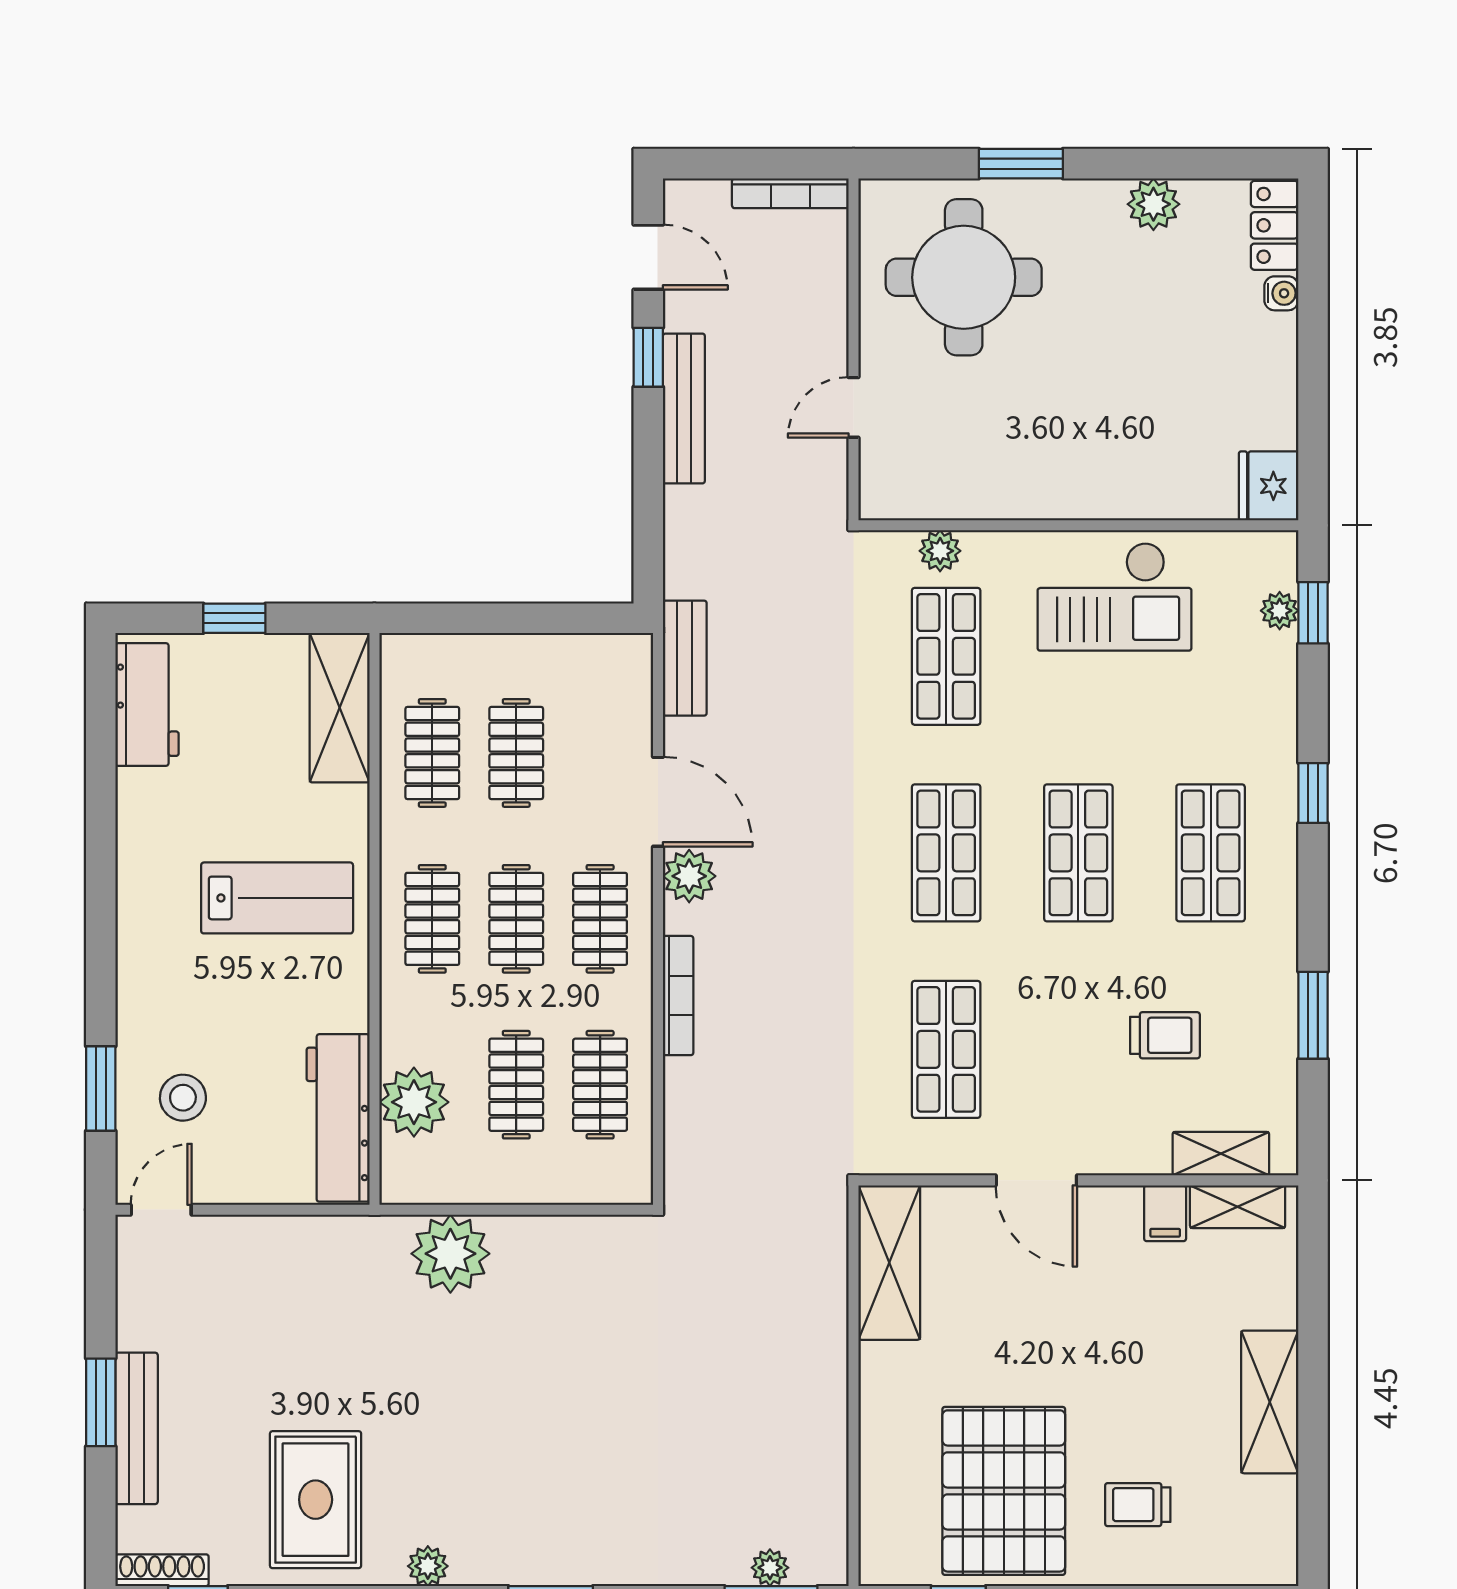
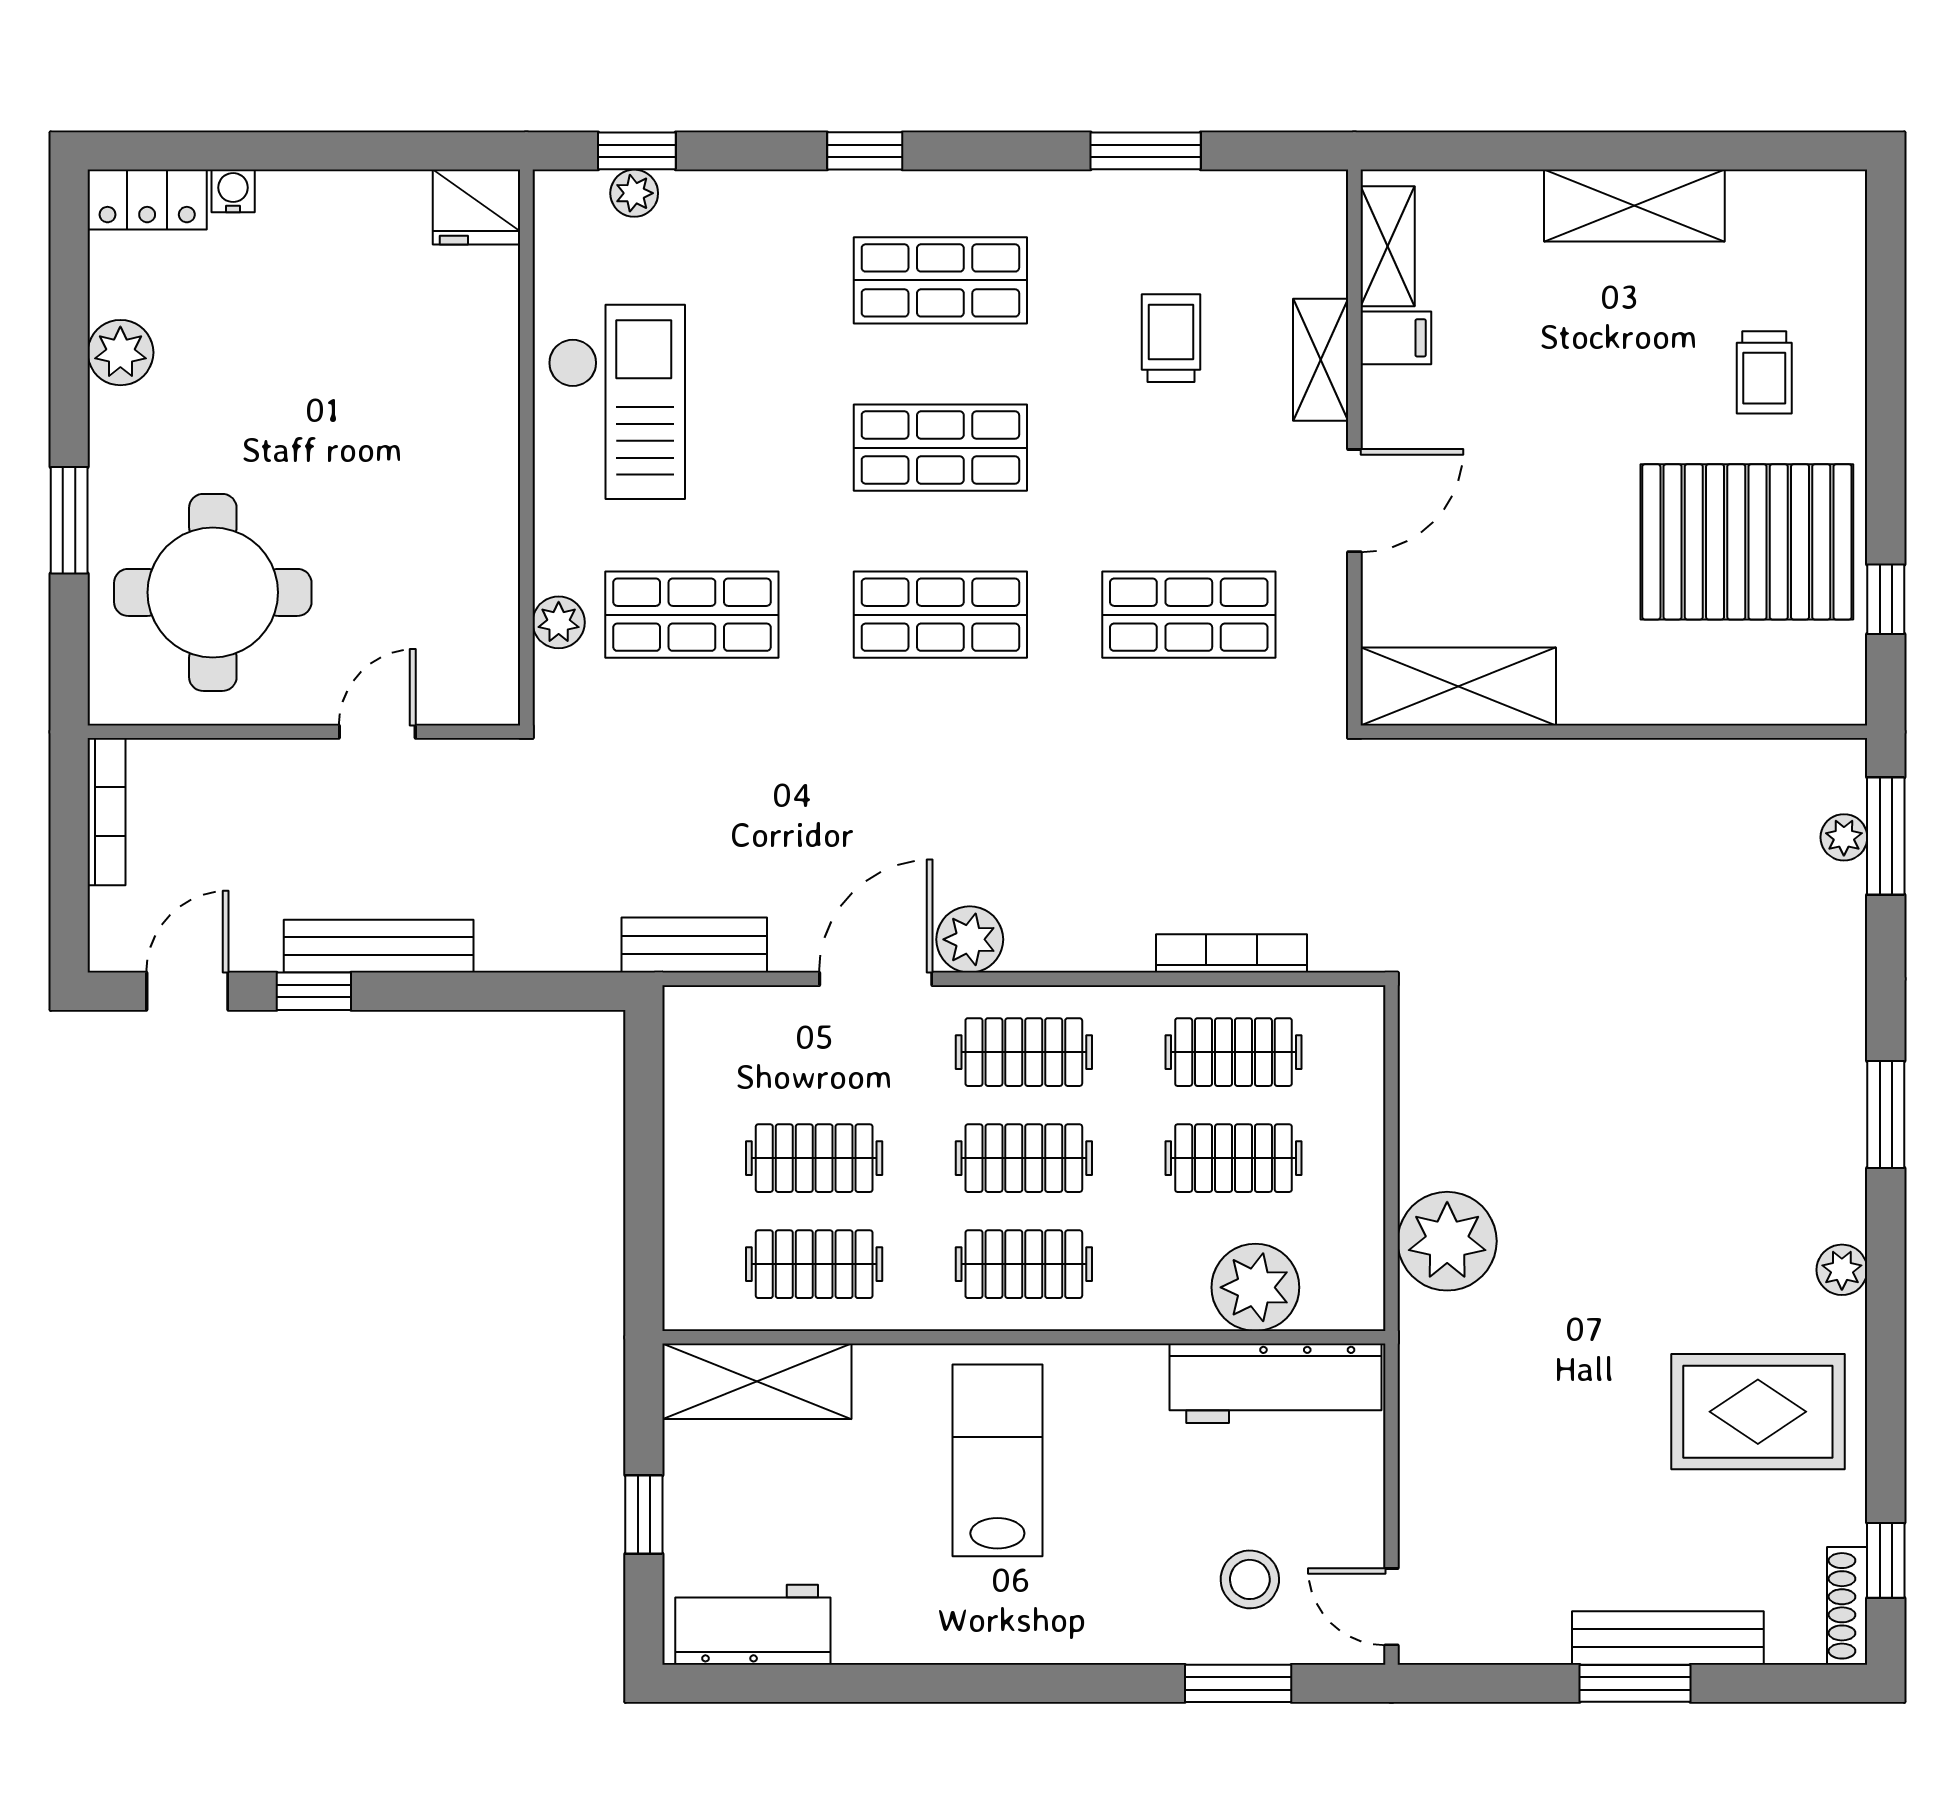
door: (853, 407) -> (377, 732), swing flipped
bookcase: (678, 996) -> (1232, 953), moved
shelving: (1221, 1154) -> (1321, 360), moved

